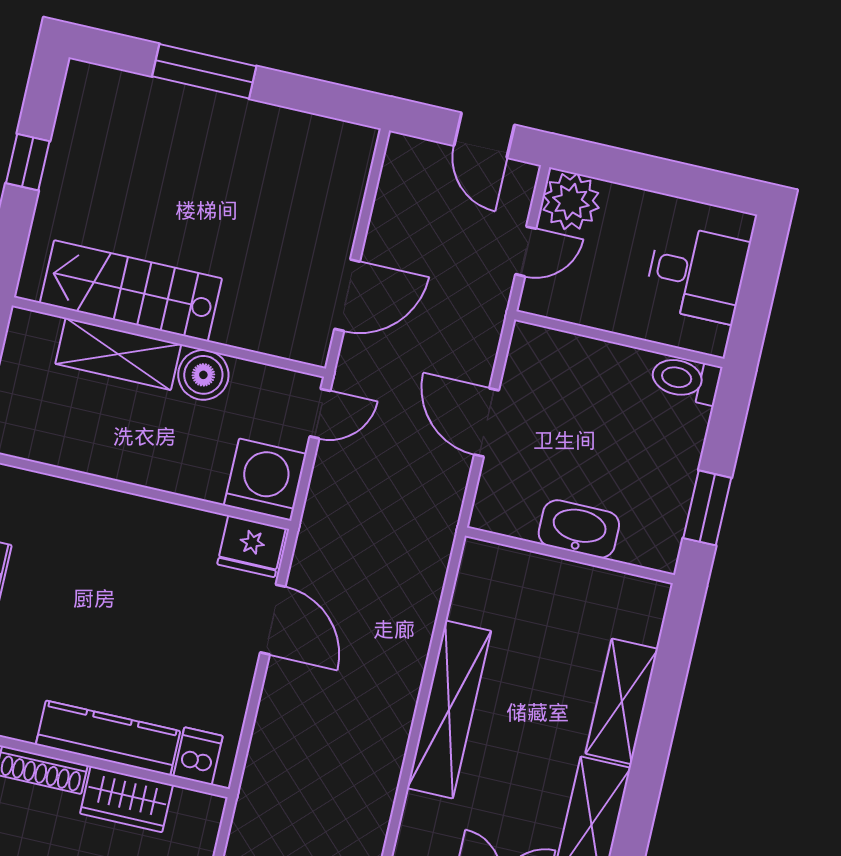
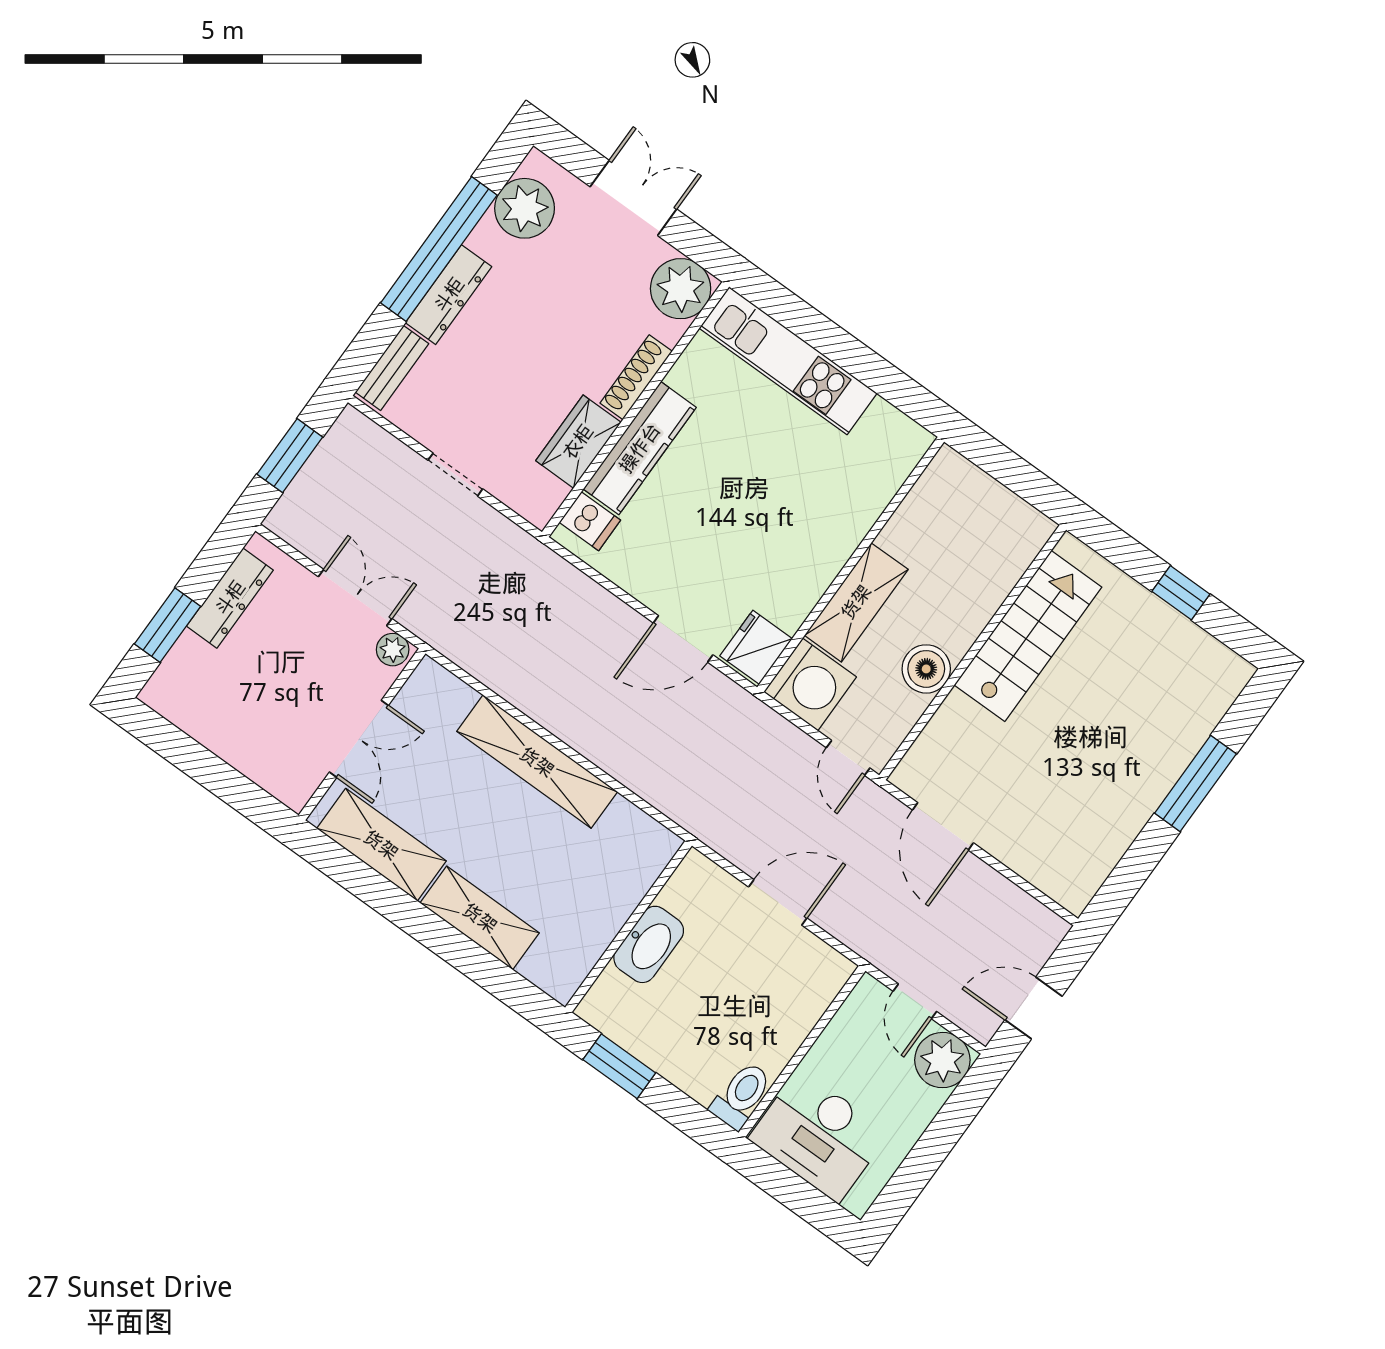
desk: (697, 274) -> (819, 1136), width x1.37
shelving: (118, 354) -> (856, 602), moved

